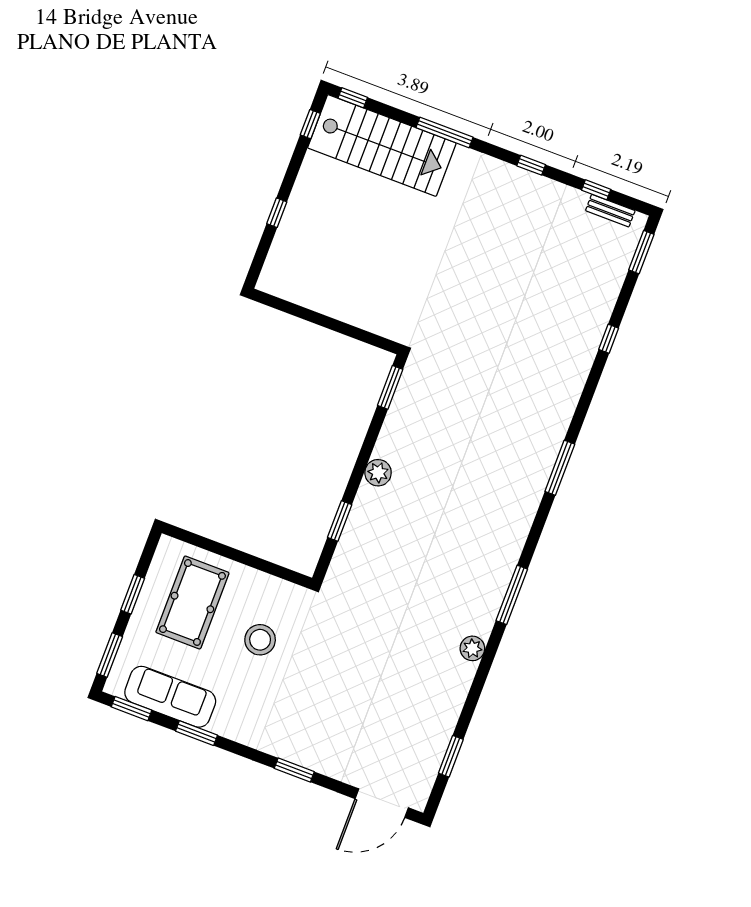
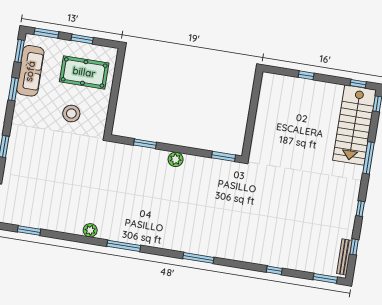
bench: (610, 211) -> (344, 257), width x1.36

